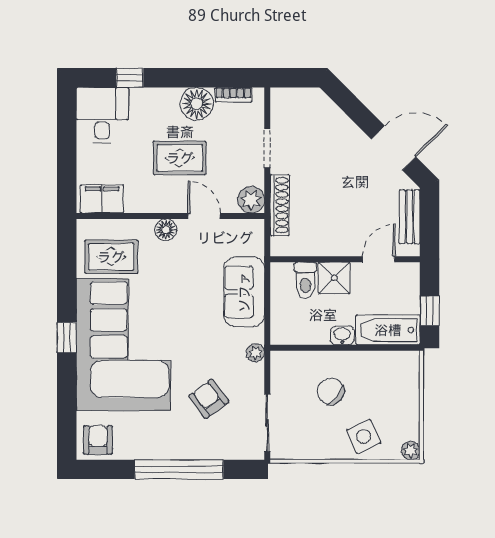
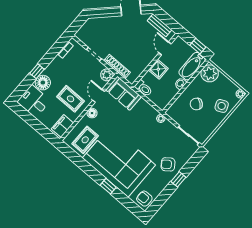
window: (130, 78) -> (37, 71), moved
floor lamp: (197, 104) -> (43, 83), moved
rug: (180, 158) -> (71, 99), moved, turned 90
door: (204, 216) -> (99, 96), hinge flipped
toilet: (305, 280) -> (143, 88), moved
sofa: (244, 292) -> (123, 93), moved
window: (67, 338) -> (108, 186), moved
plant: (401, 370) -> (210, 73), added
armchair: (209, 399) -> (168, 164), moved
window: (179, 469) -> (178, 179), width x0.32

